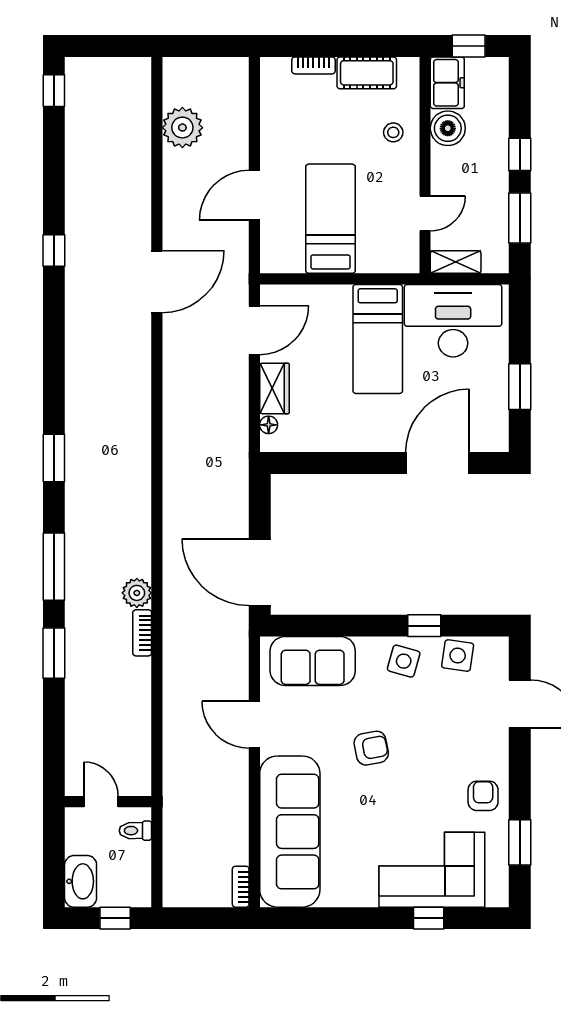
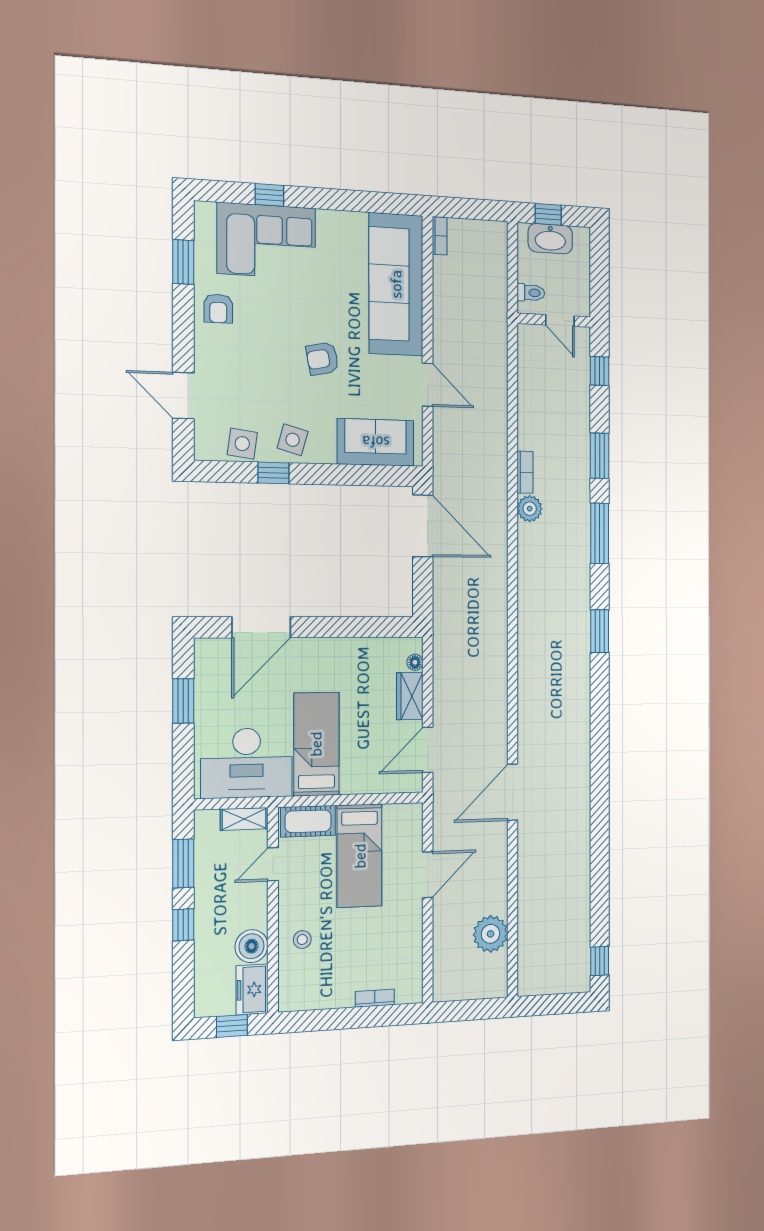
cot: (367, 73) -> (308, 821), moved
window: (54, 250) -> (600, 371), moved
washbasin: (81, 881) -> (550, 239), moved, turned -90

